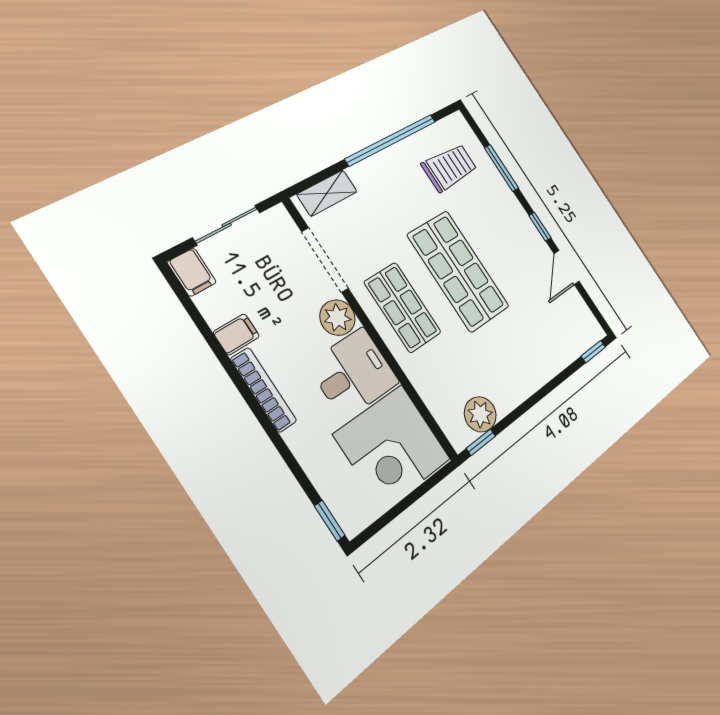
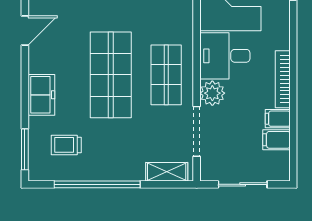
trolley: (450, 167) -> (66, 145), width x0.73, depth x0.72
window: (501, 168) -> (25, 149), moved
freezer: (508, 208) -> (41, 95), added
window: (540, 227) -> (25, 69), removed
filing cabinet: (192, 272) -> (276, 140), moved, turned -90

